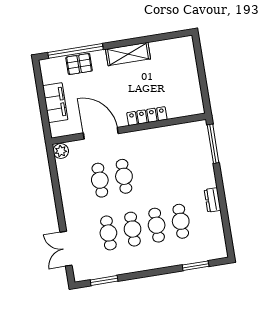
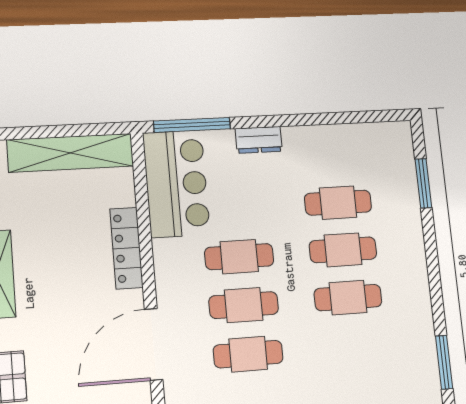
shelving: (192, 84) -> (70, 153), added
bar counter: (182, 138) -> (176, 184), added
dresser: (213, 200) -> (259, 140), moved
cafe table: (108, 233) -> (239, 257), moved

